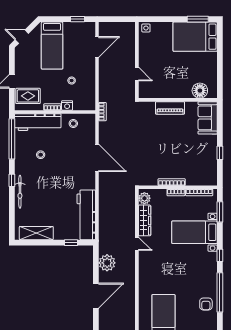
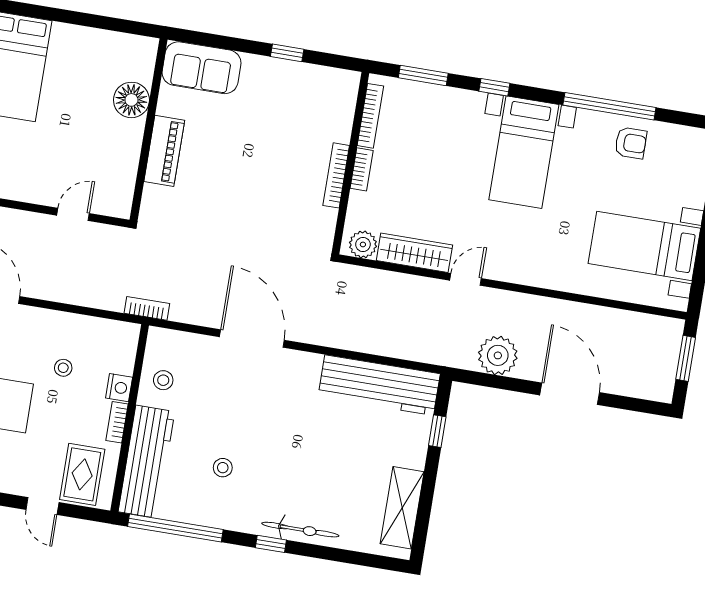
floor lamp: (200, 91) -> (131, 100), moved
door: (97, 158) -> (252, 339), hinge flipped
bed with nightstands: (195, 232) -> (524, 152), moved
window: (220, 255) -> (494, 87), moved

